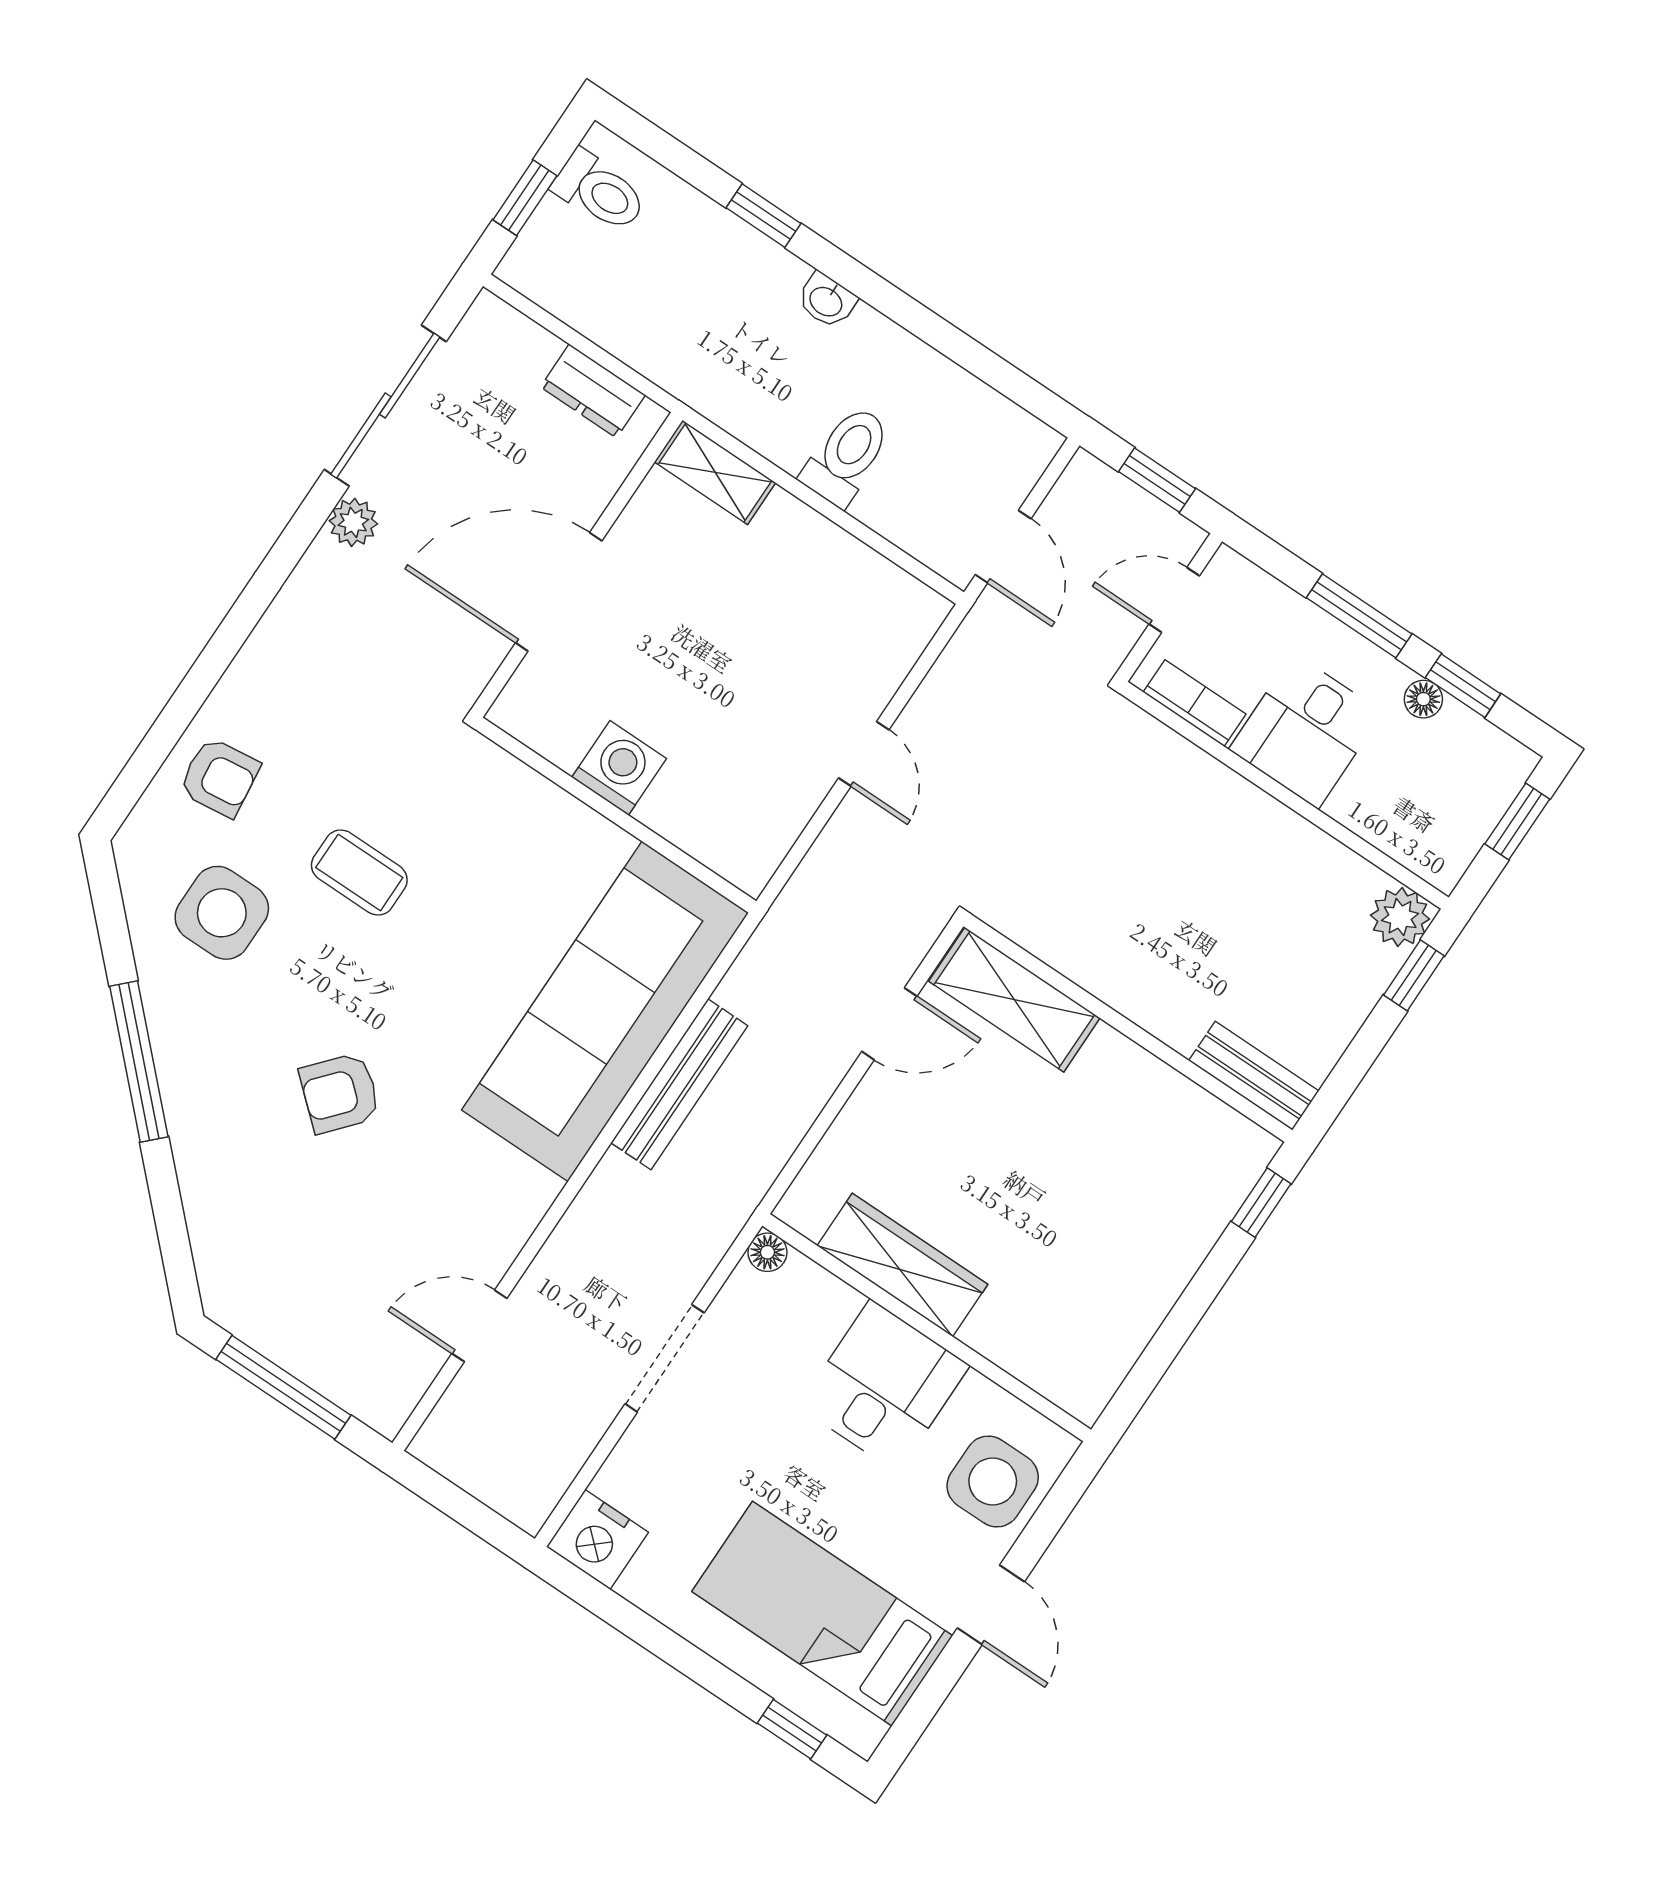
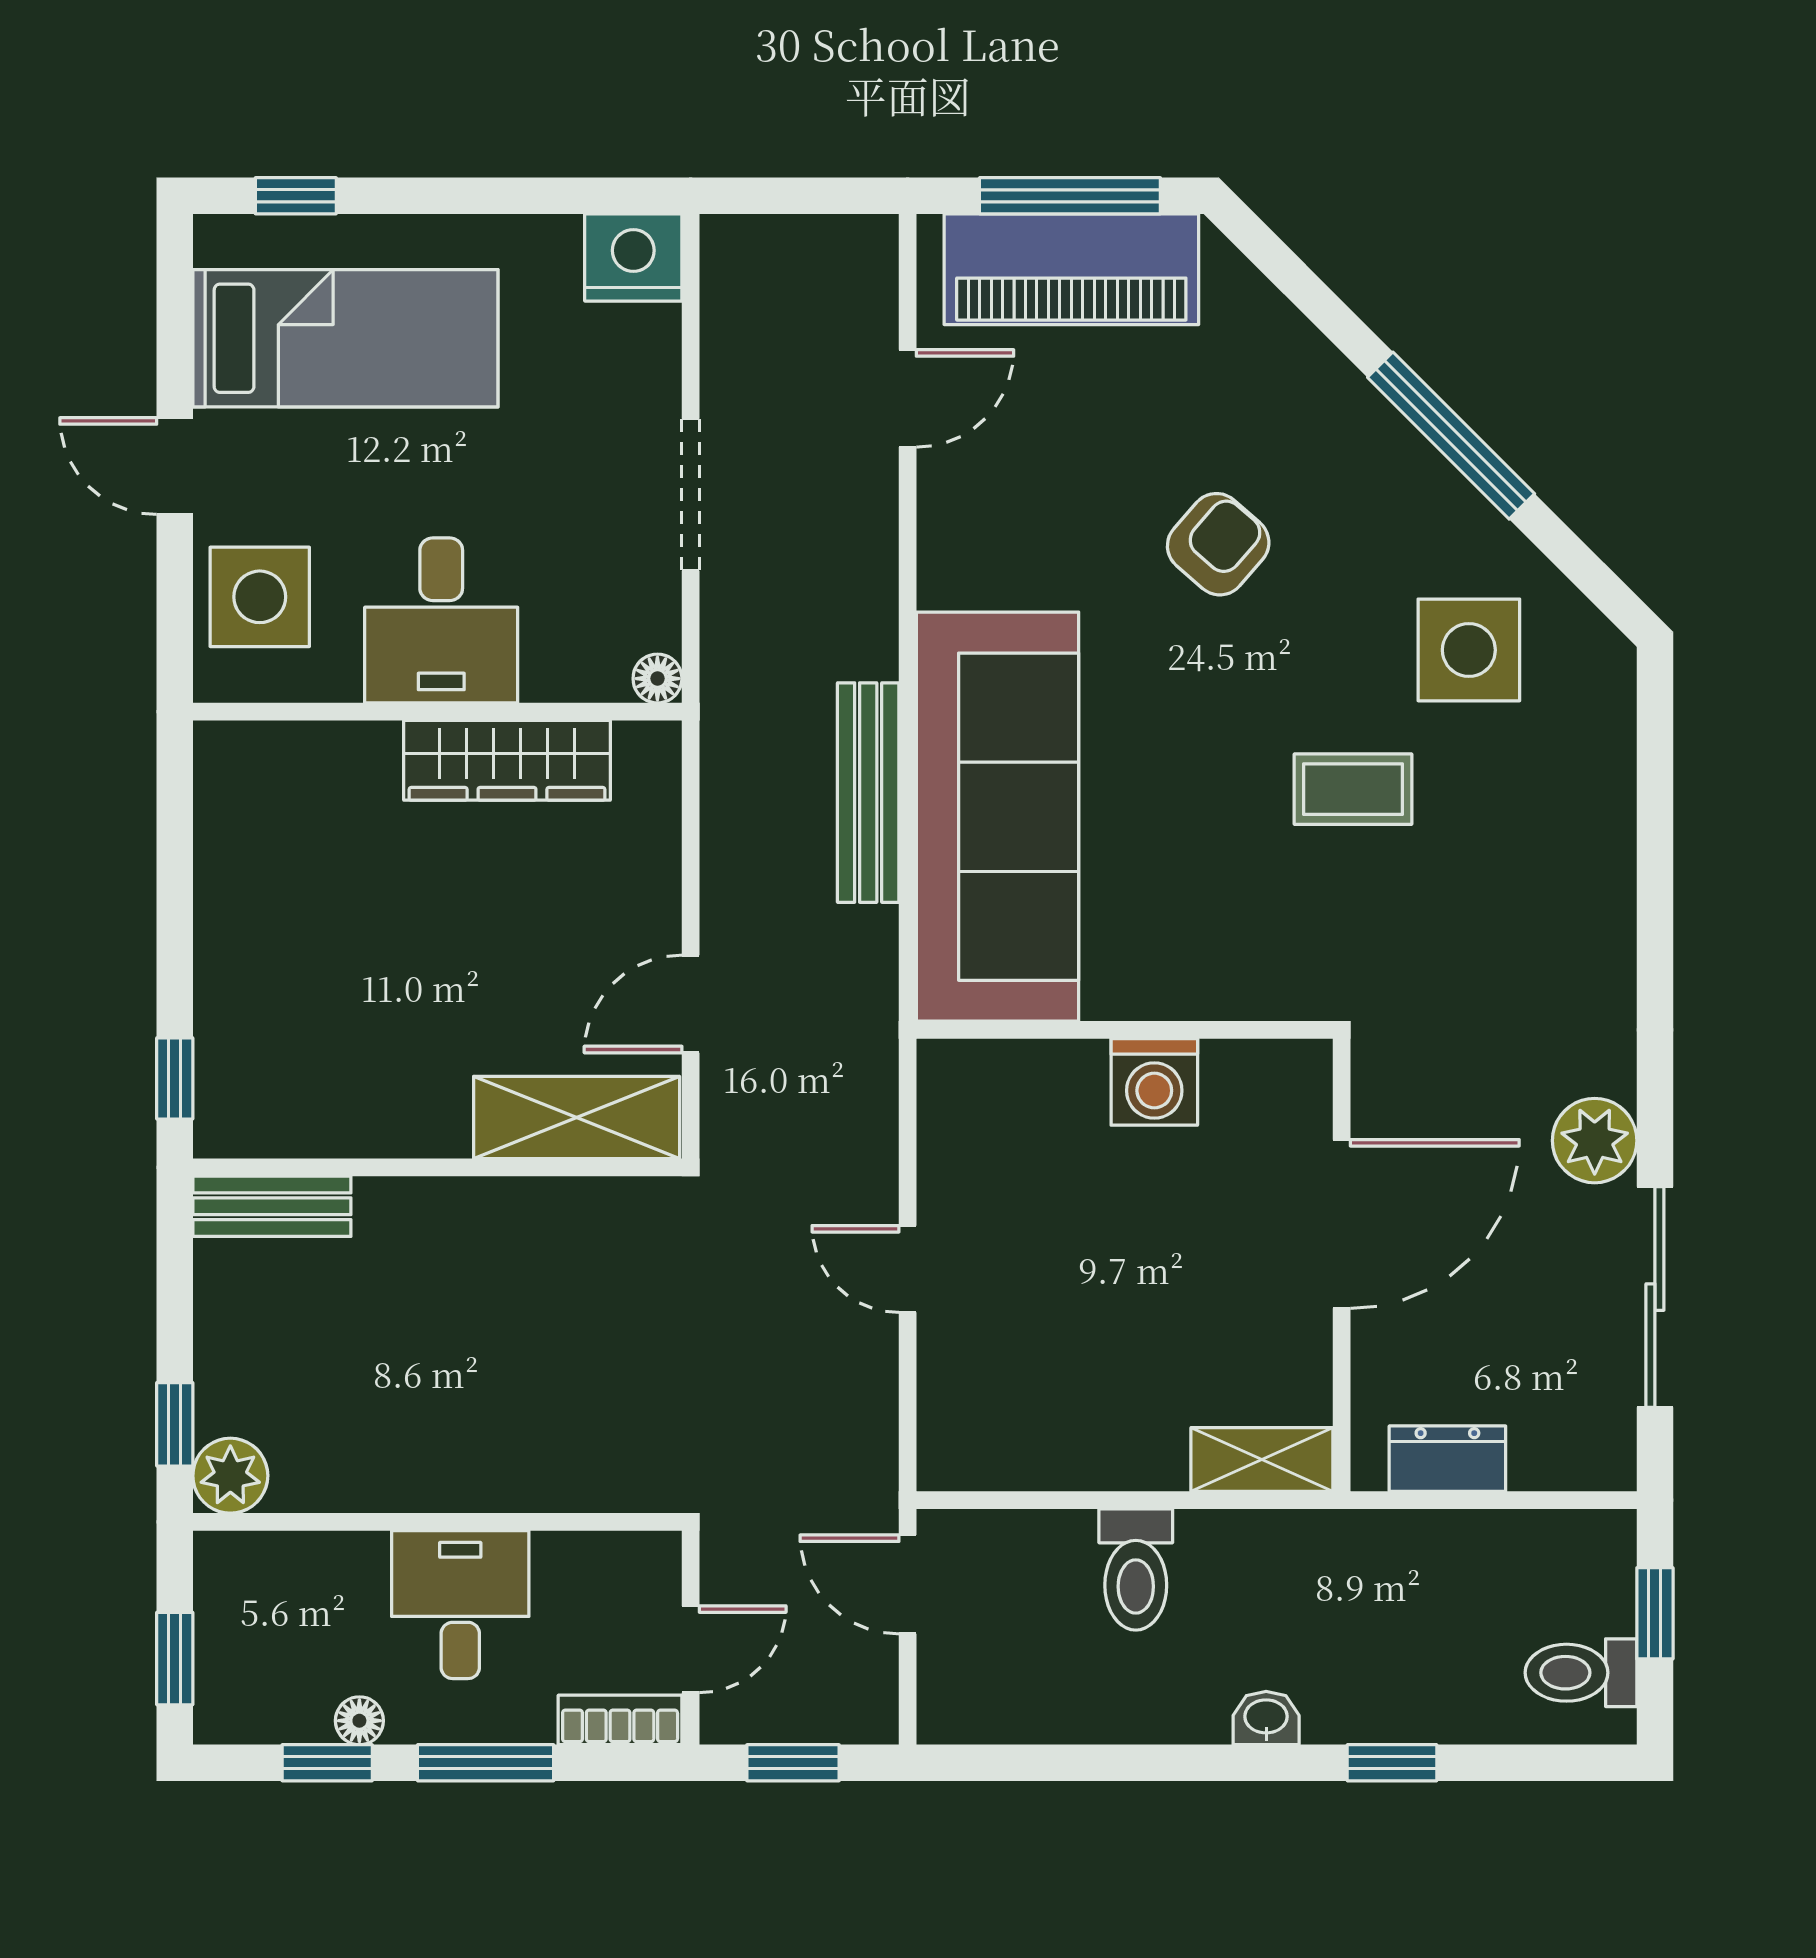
plant: (353, 522) -> (1595, 1141), width x1.38, depth x1.38
bookcase: (1195, 703) -> (620, 1720), moved, turned 180
armchair: (219, 777) -> (1567, 790), removed
piano: (315, 1338) -> (1071, 269), added

